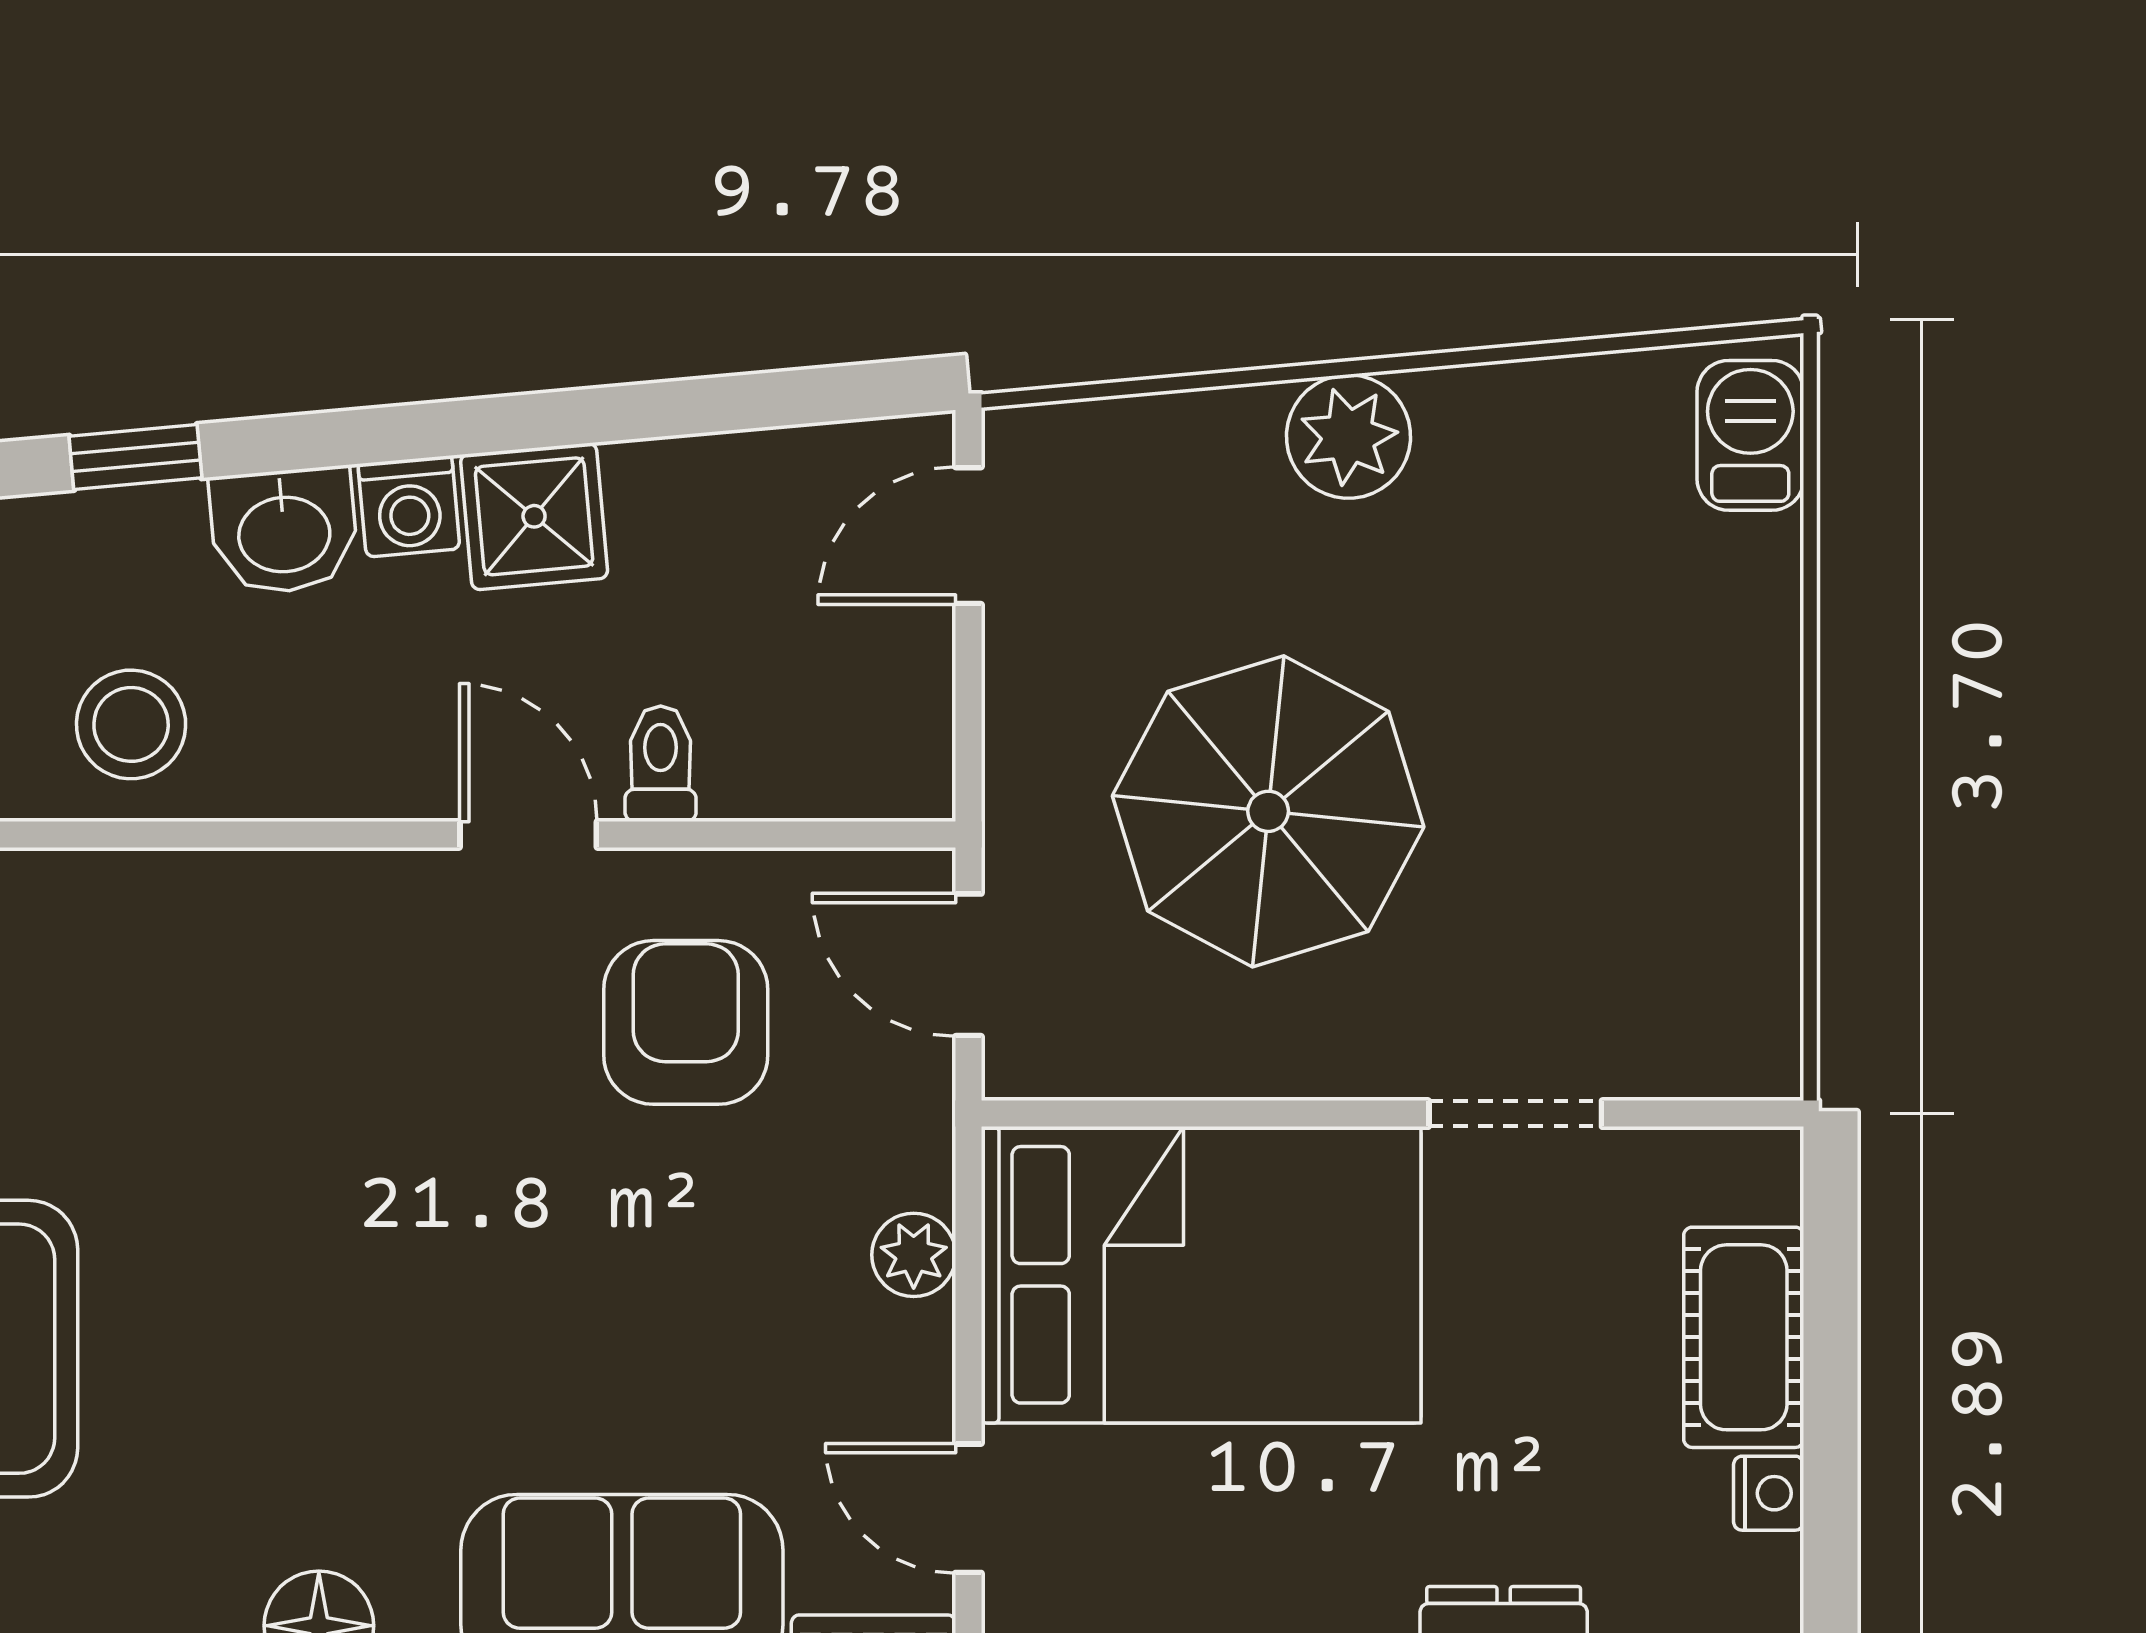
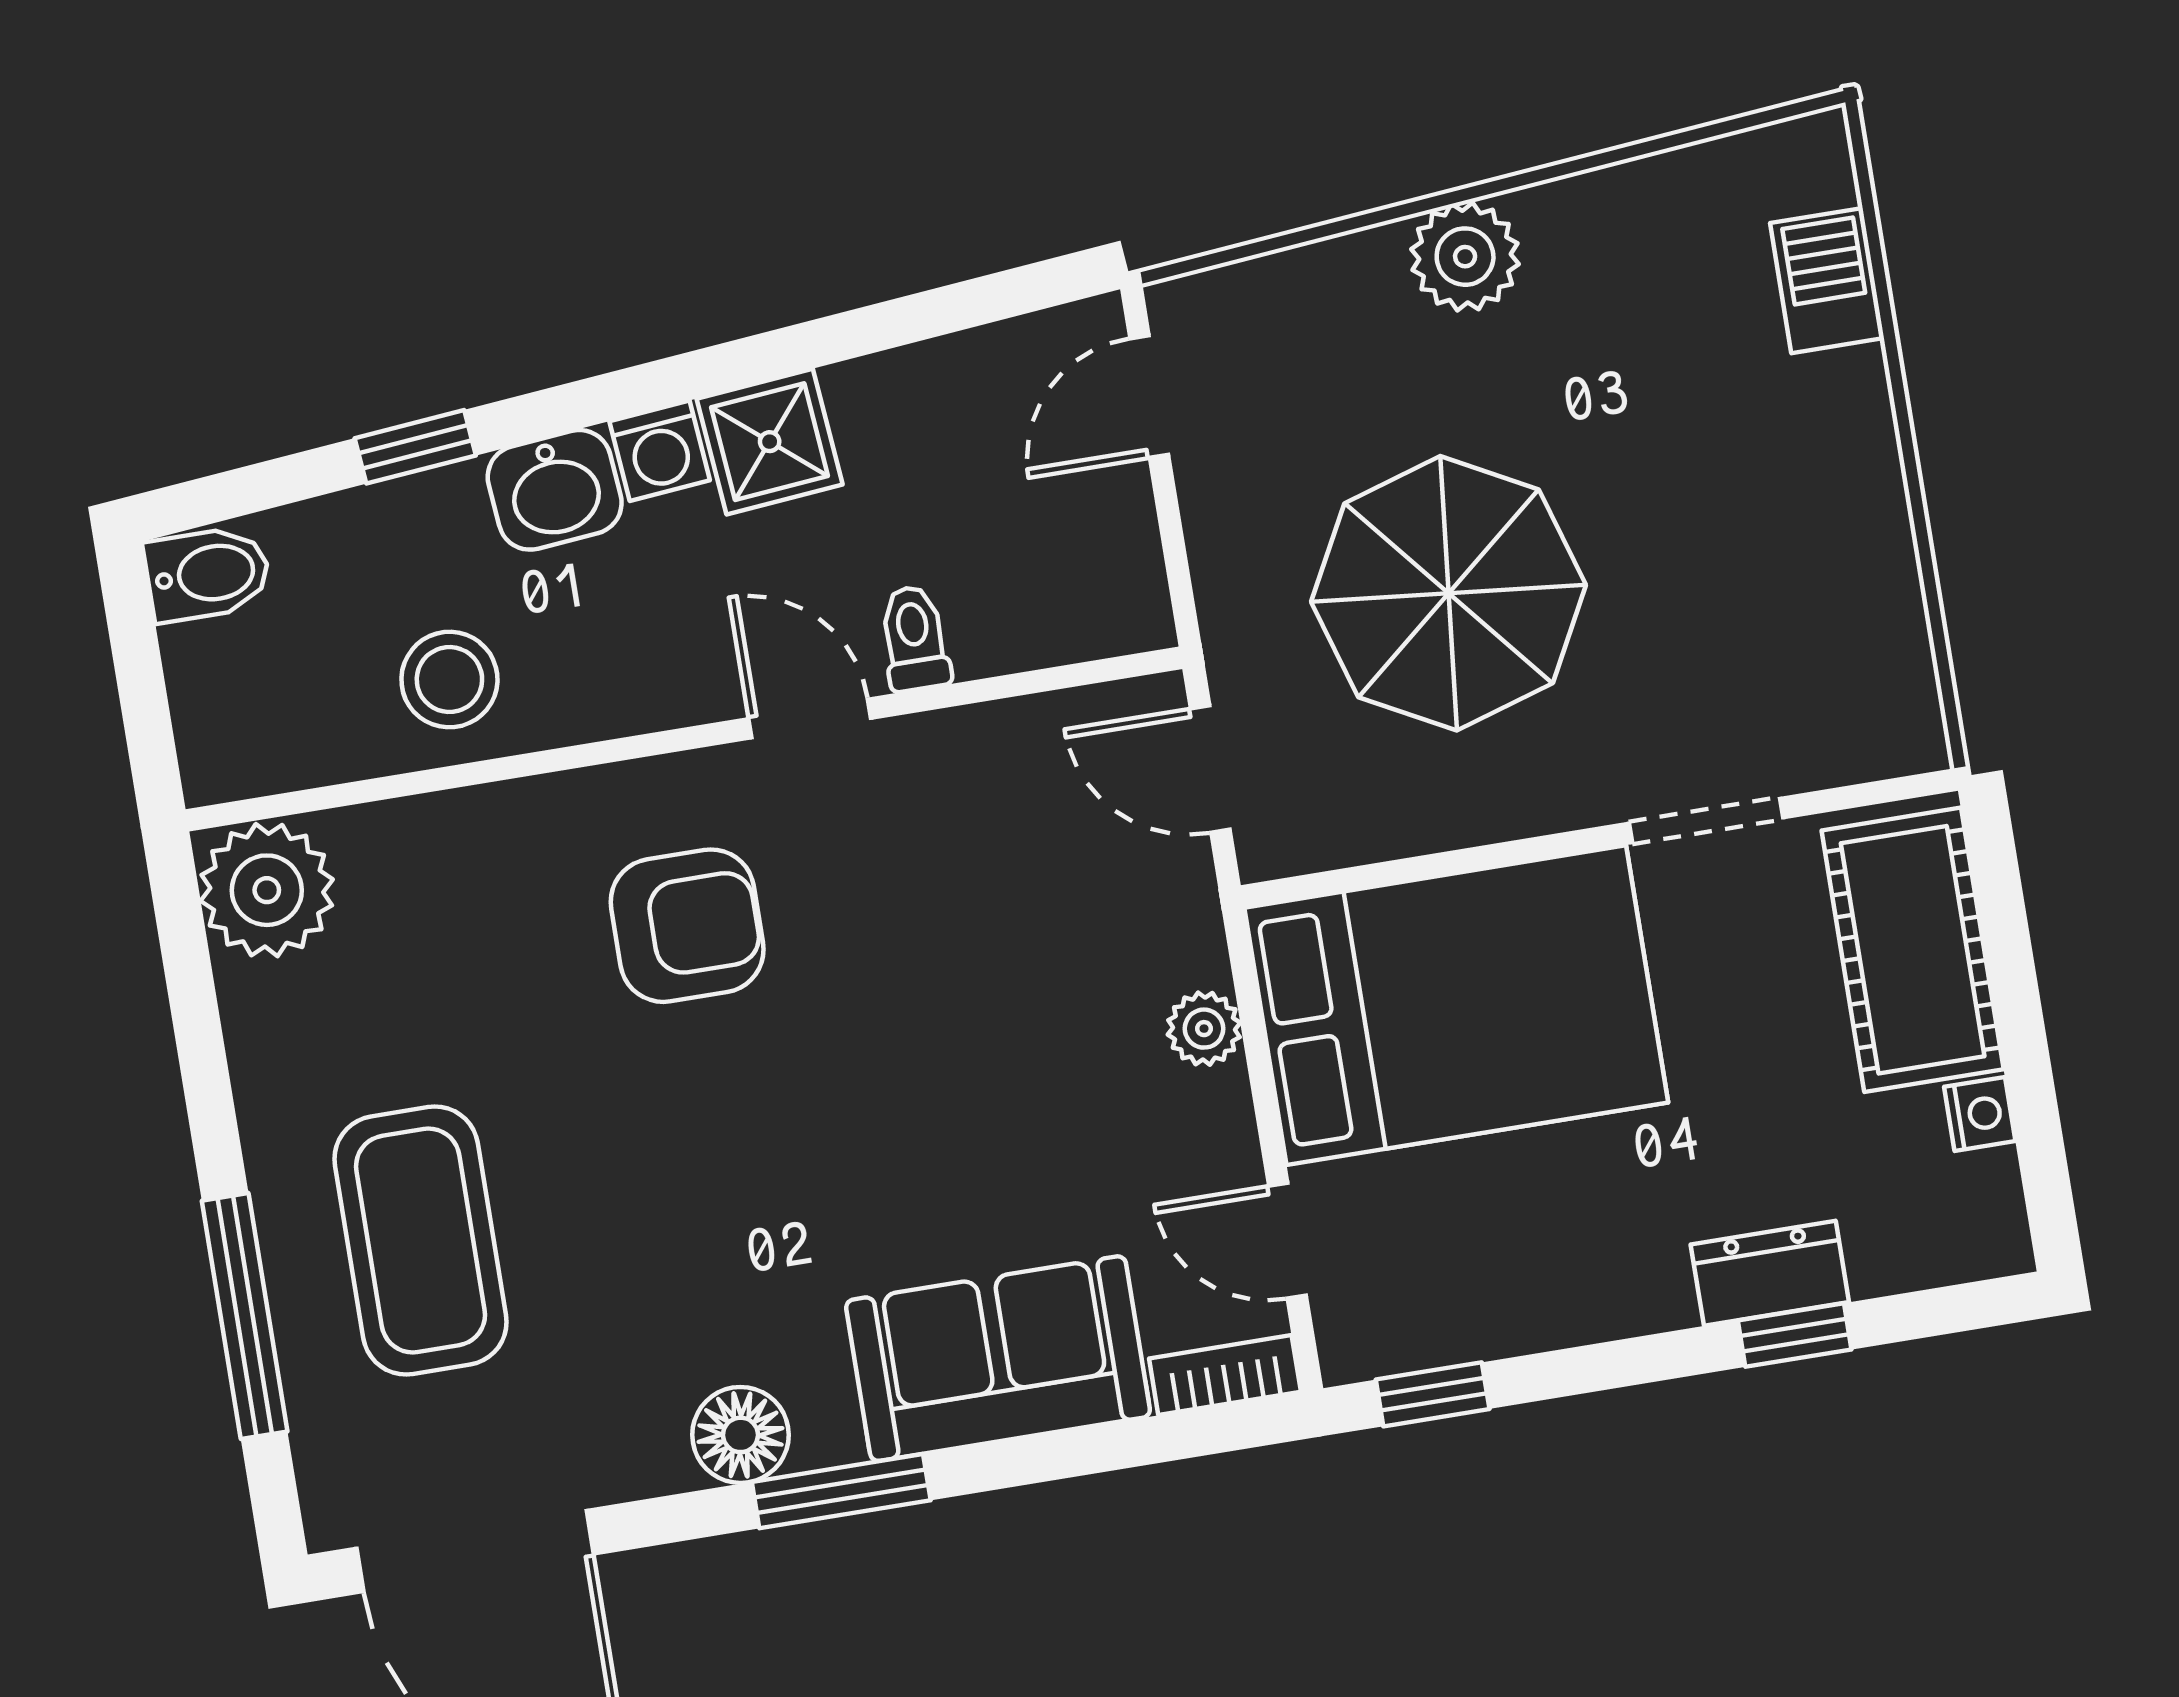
barbecue: (1750, 435) -> (1827, 281), moved
armchair: (686, 1022) -> (687, 926), moved, turned 90
cot: (1744, 1337) -> (1913, 950), width x1.37, depth x1.34

